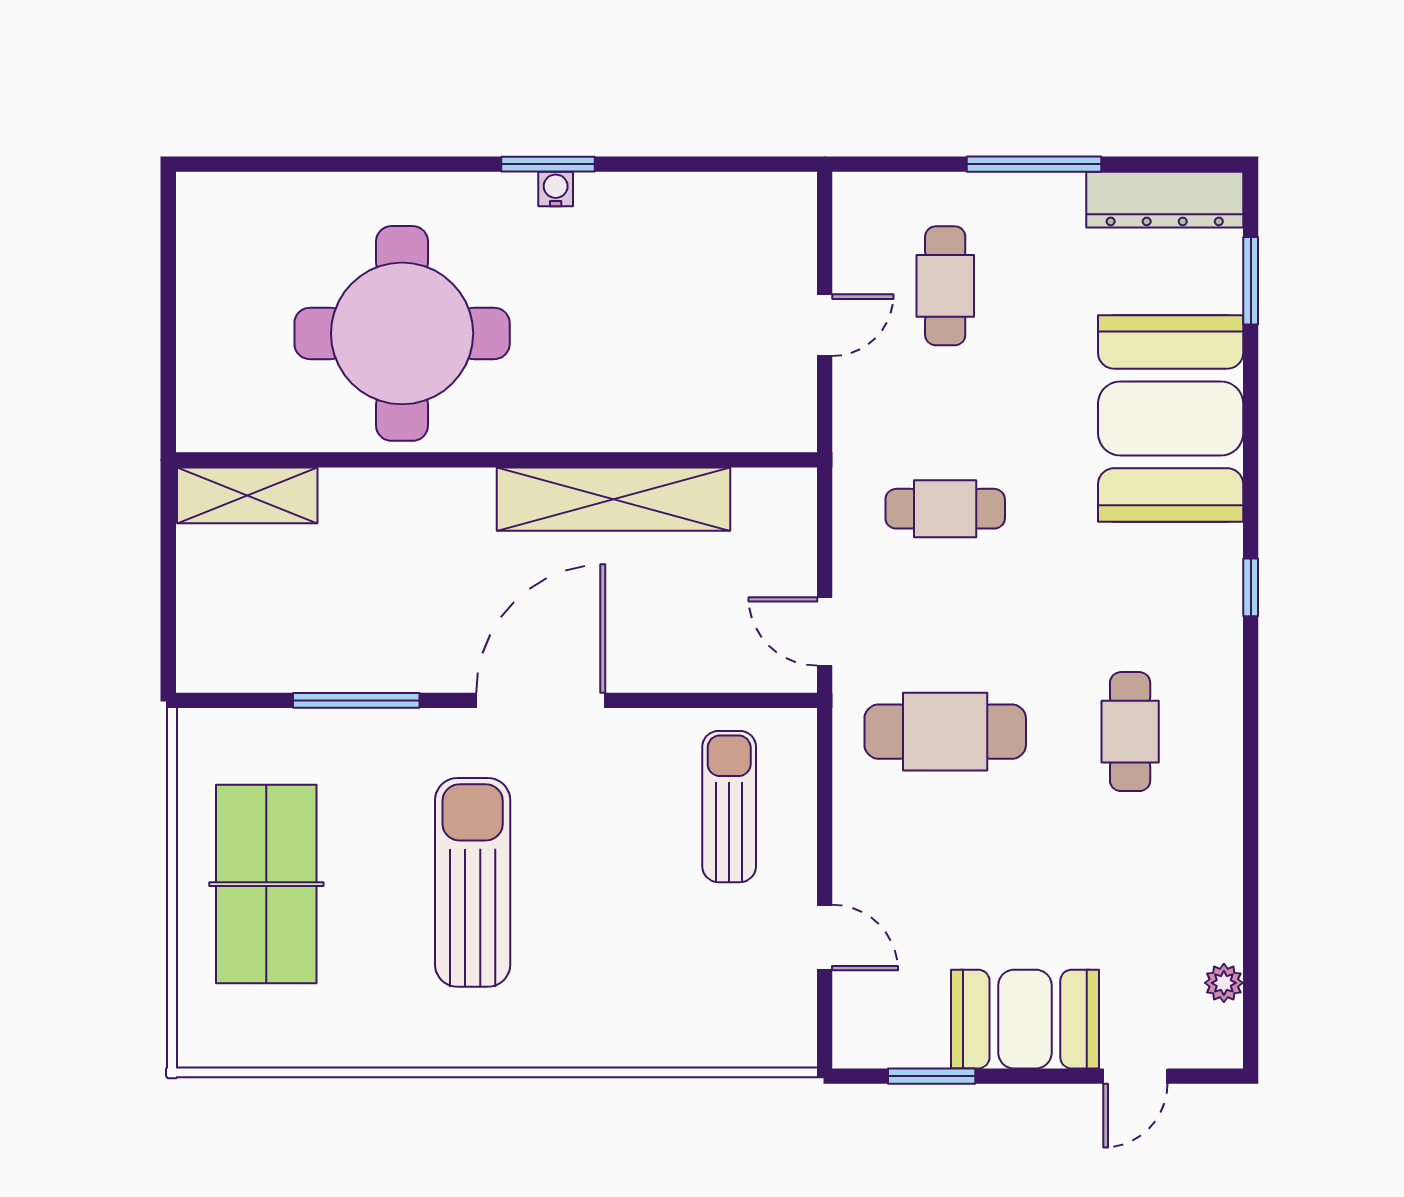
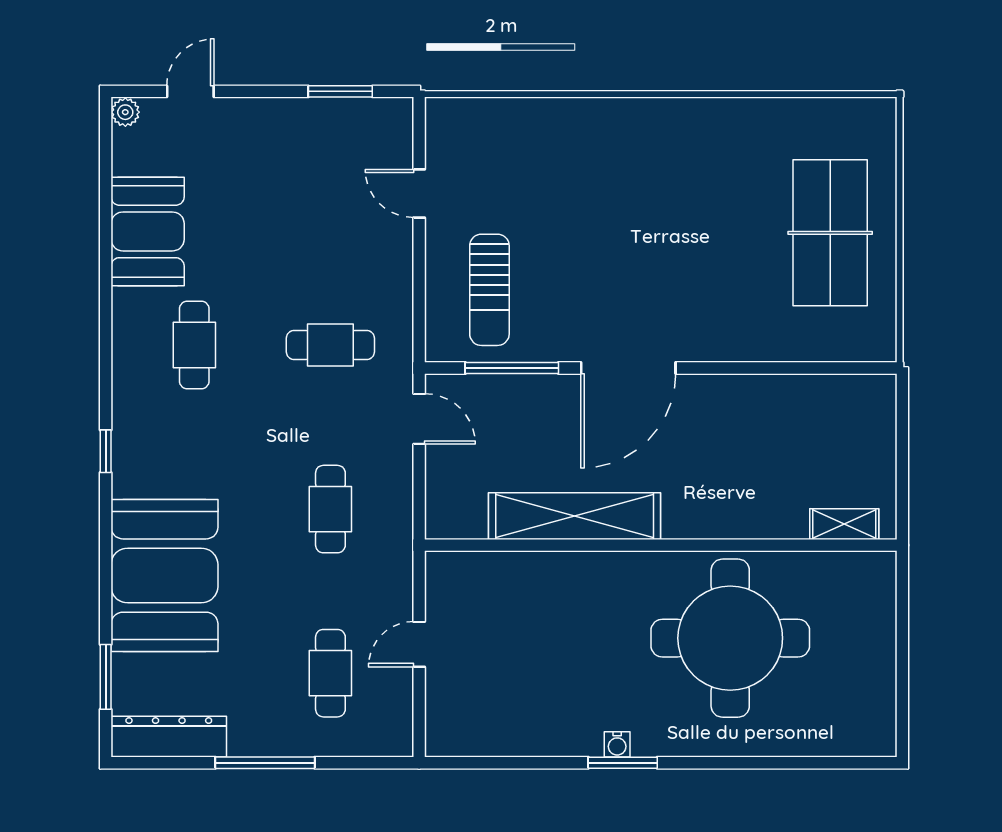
shelving: (247, 495) -> (844, 524), width x0.67, depth x0.75
cafe table: (945, 509) -> (330, 509), turned 90
window: (356, 700) -> (512, 368), moved
cafe table: (945, 732) -> (330, 345), width x0.73, depth x0.74
sun lounger: (473, 882) -> (678, 234), removed
plant: (1224, 983) -> (125, 112), moved
booth: (1025, 1019) -> (148, 231), moved, turned 90

